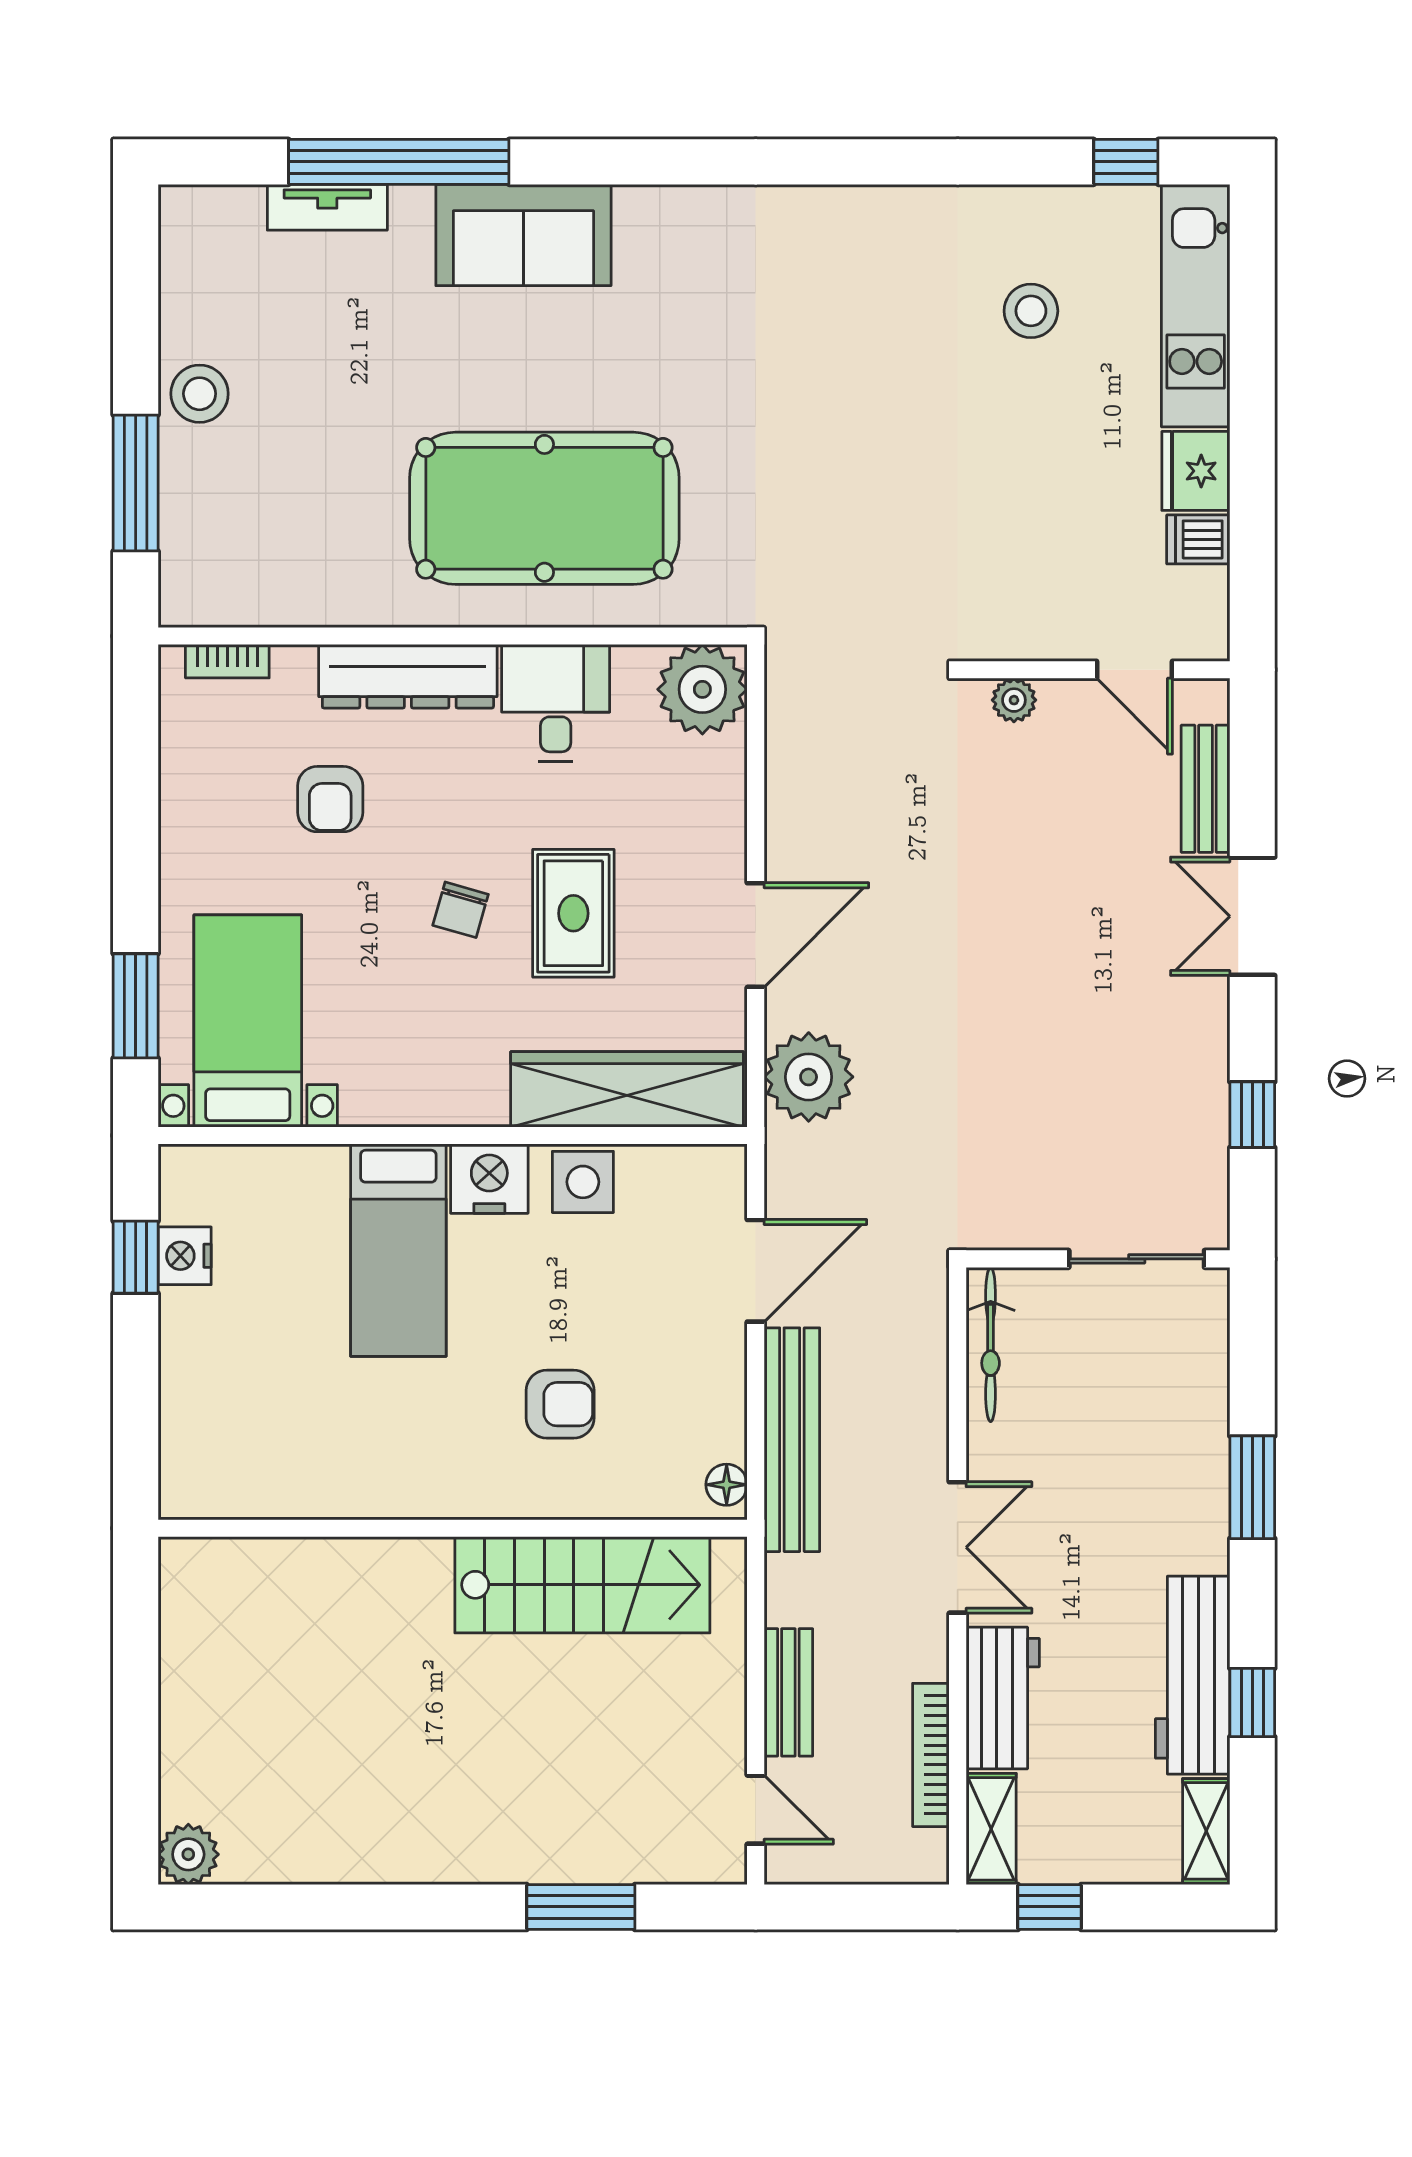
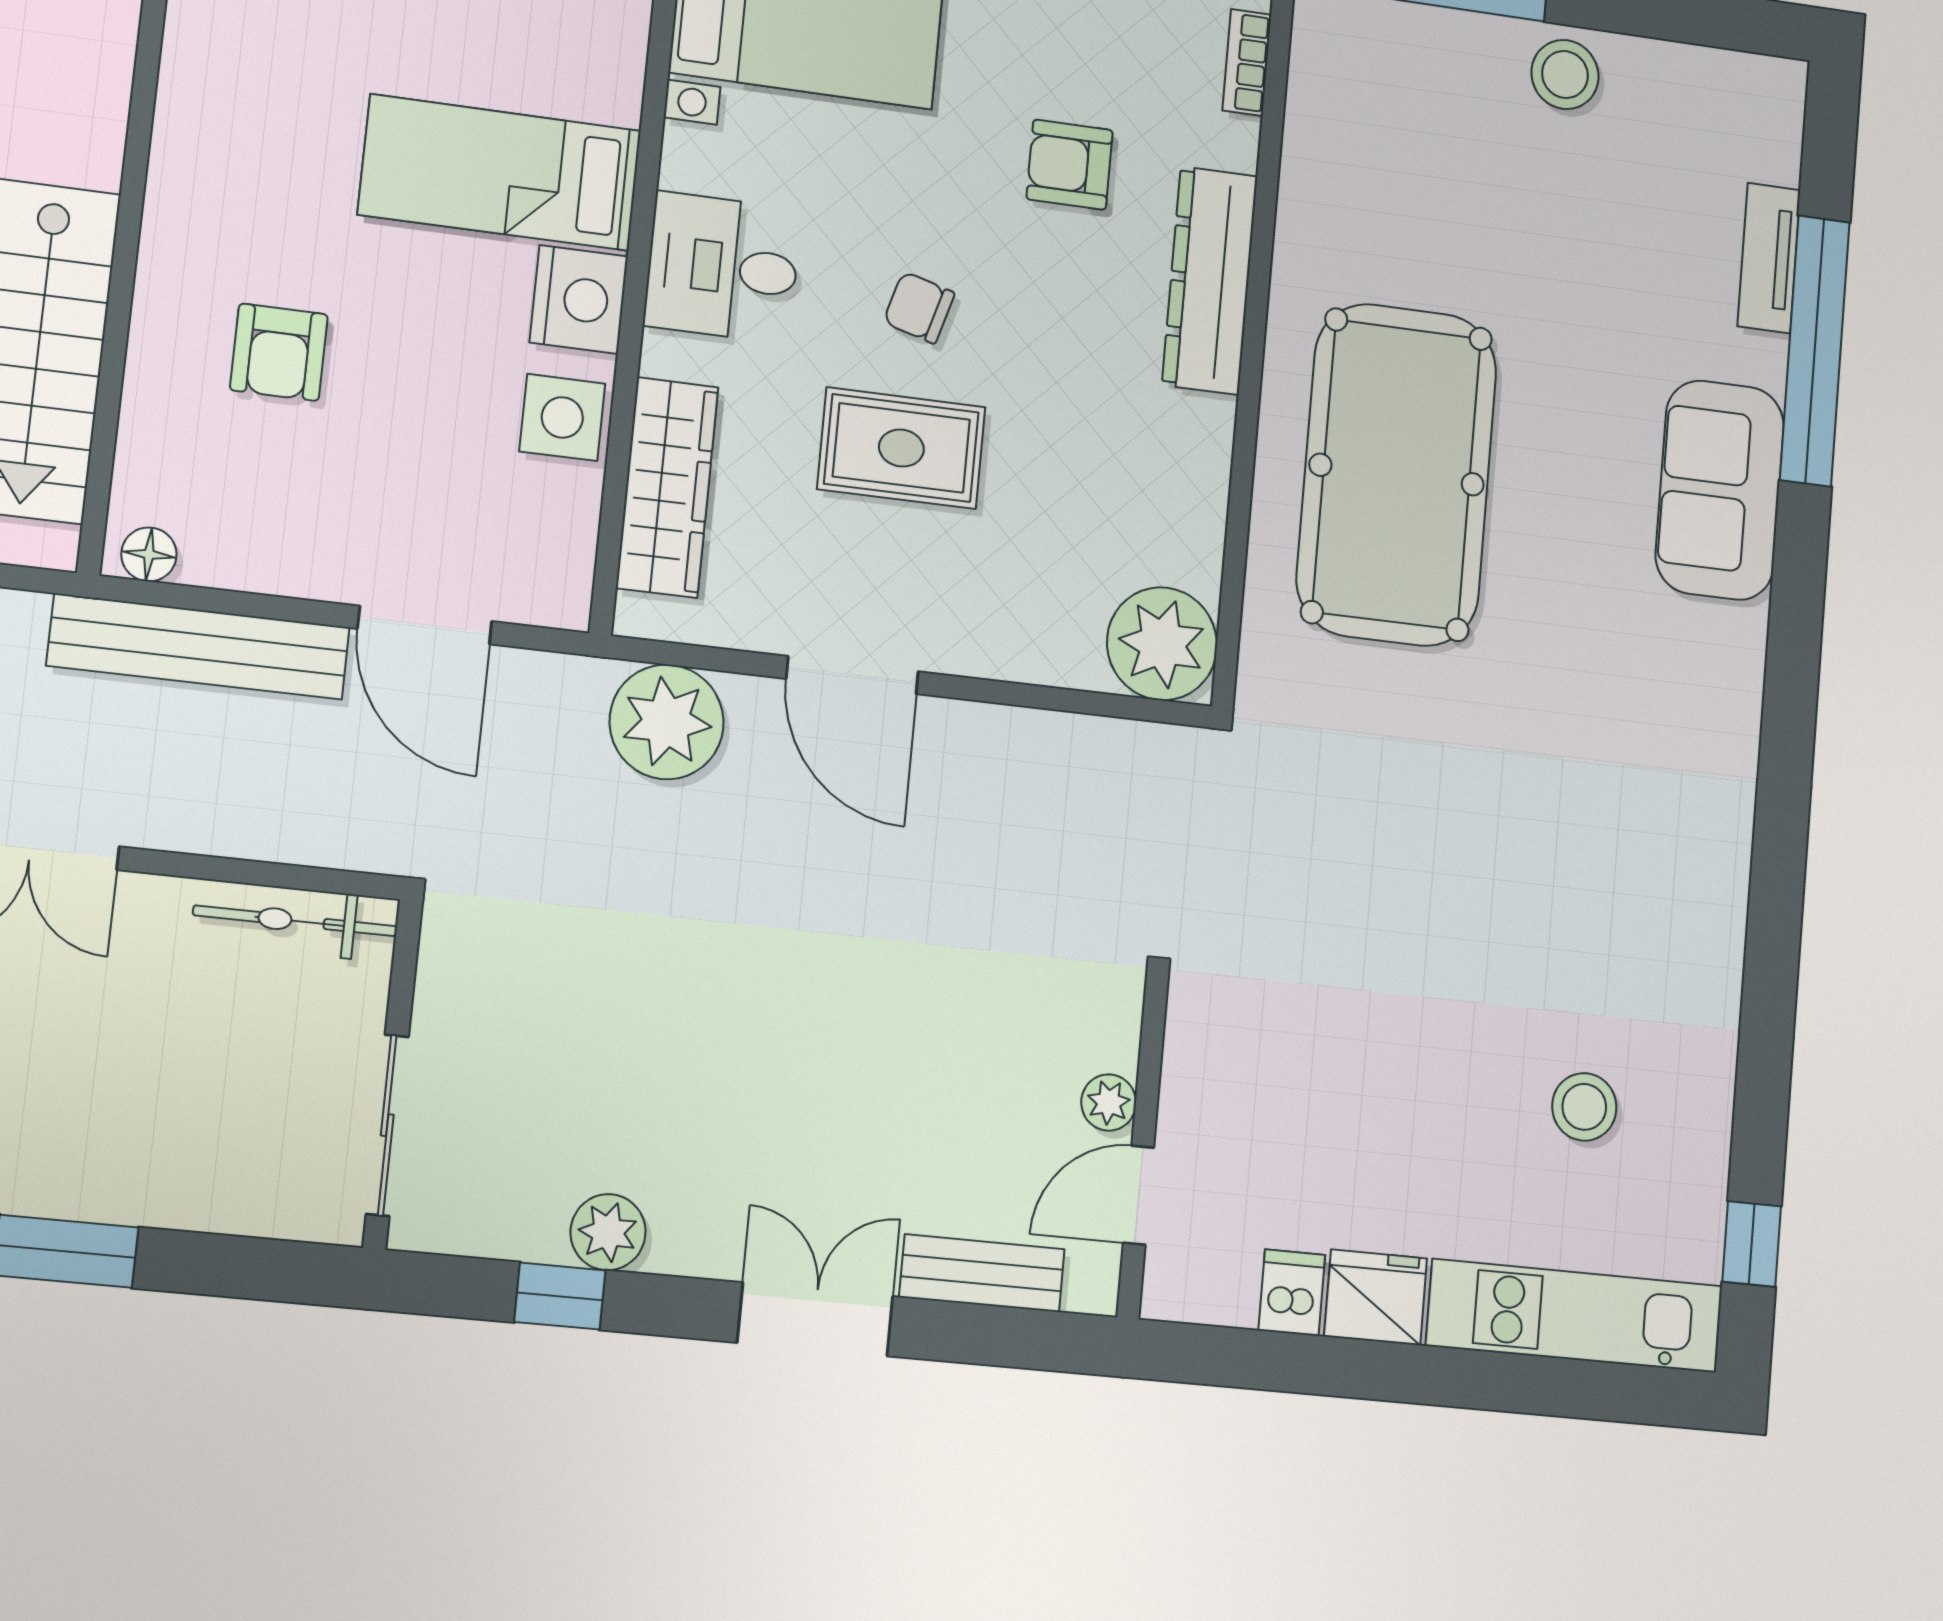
plant: (1014, 700) -> (1109, 1102), moved
desk: (556, 703) -> (723, 268), moved, turned 180
plant: (1201, 1083) -> (608, 1232), added
wardrobe: (627, 1089) -> (667, 487), width x0.71, depth x0.85

